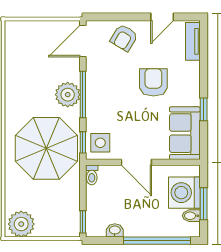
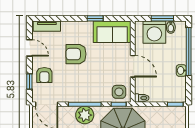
window: (115, 17) -> (29, 81), added
armchair: (124, 38) -> (44, 75), turned 59
door: (136, 162) -> (133, 66), hinge flipped
washbasin: (115, 230) -> (181, 70), moved

